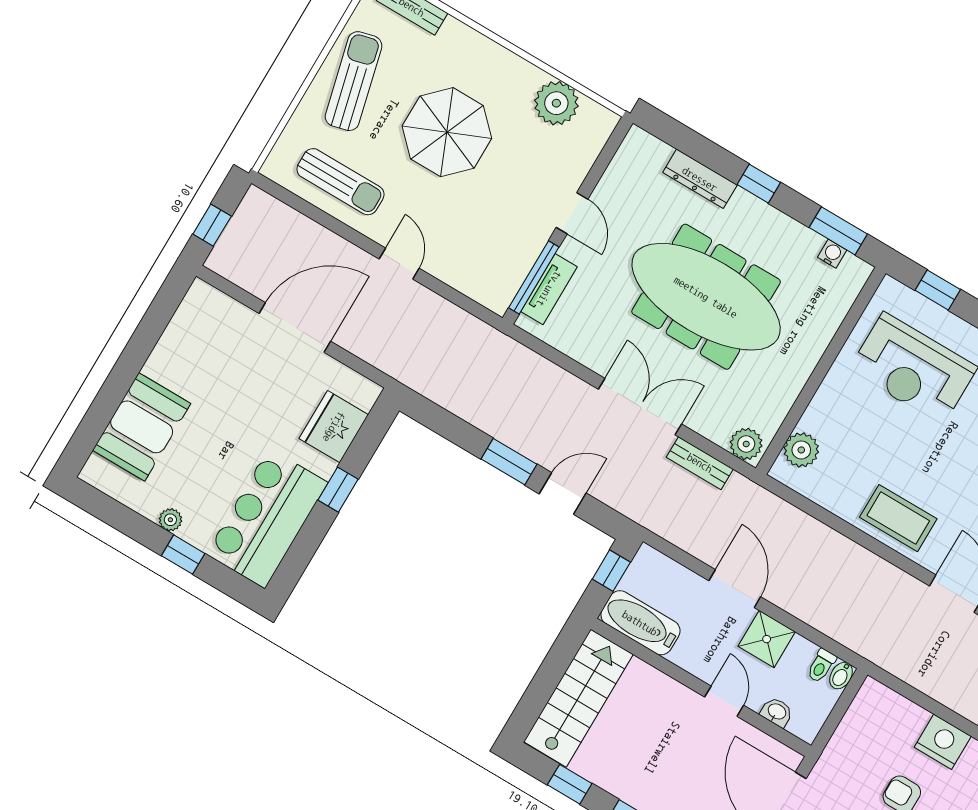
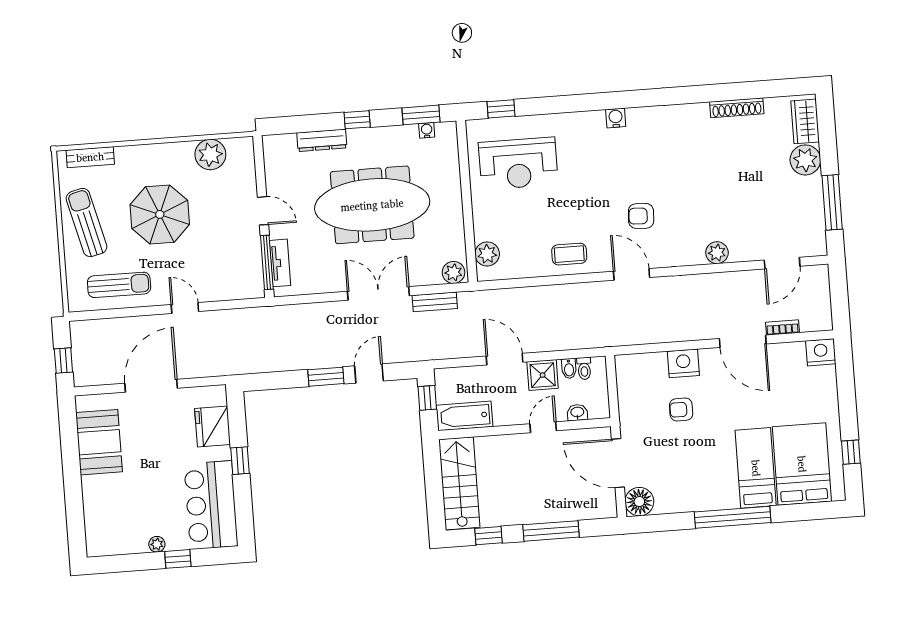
booth: (142, 427) -> (99, 442), moved
coffee table: (898, 518) -> (569, 254), width x0.73, depth x0.77
bidet: (841, 676) -> (569, 368), moved
door: (724, 701) -> (543, 427), hinge flipped

